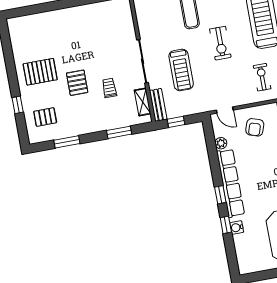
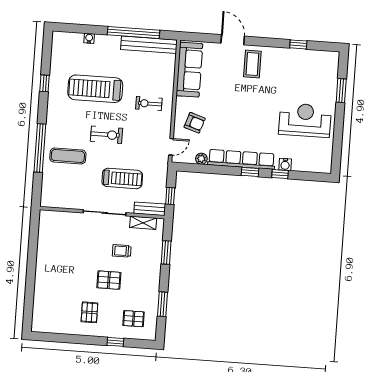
pallet: (40, 72) -> (89, 312), width x0.67, depth x0.71
pallet: (45, 117) -> (134, 319), turned 90

